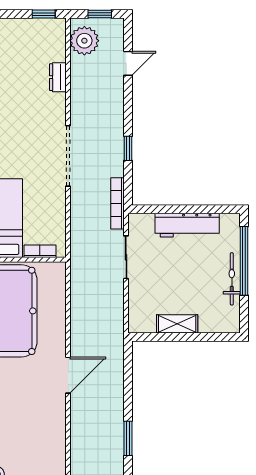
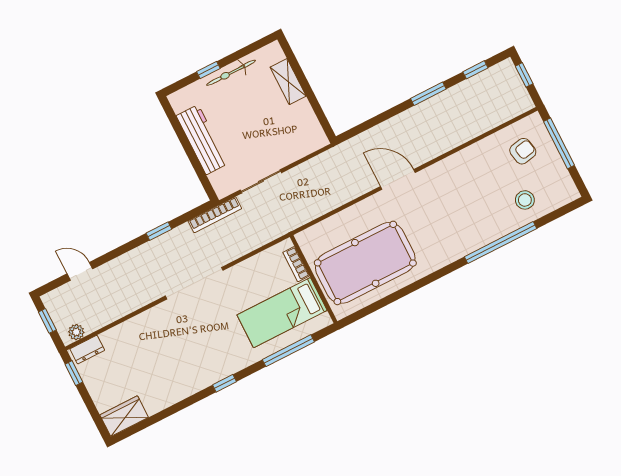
plant: (84, 41) -> (76, 332), width x0.53, depth x0.53
dresser: (58, 77) -> (87, 350), moved
window: (244, 261) -> (208, 70), width x0.32
shelving: (177, 324) -> (288, 82), moved

